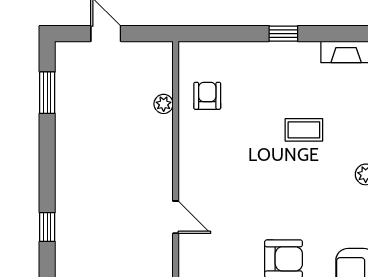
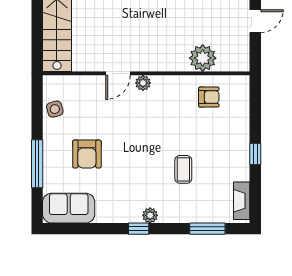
plant: (164, 104) -> (203, 58), width x1.87, depth x1.87
plant: (188, 184) -> (143, 83), added

